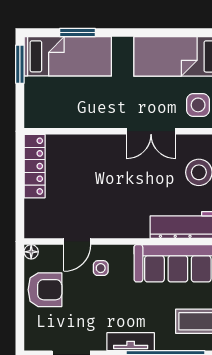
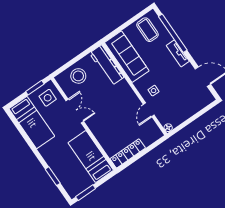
bed: (68, 56) -> (91, 156), moved
door: (77, 242) -> (149, 110), swing flipped
armchair: (45, 290) -> (181, 109), removed

